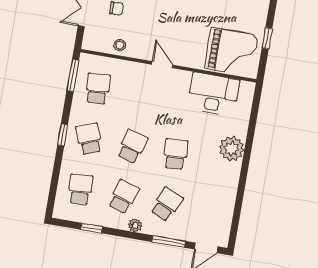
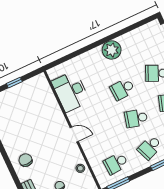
grand piano: (231, 52) -> (37, 98), removed
door: (162, 65) -> (74, 134), swing flipped
plant: (232, 149) -> (112, 50), moved

